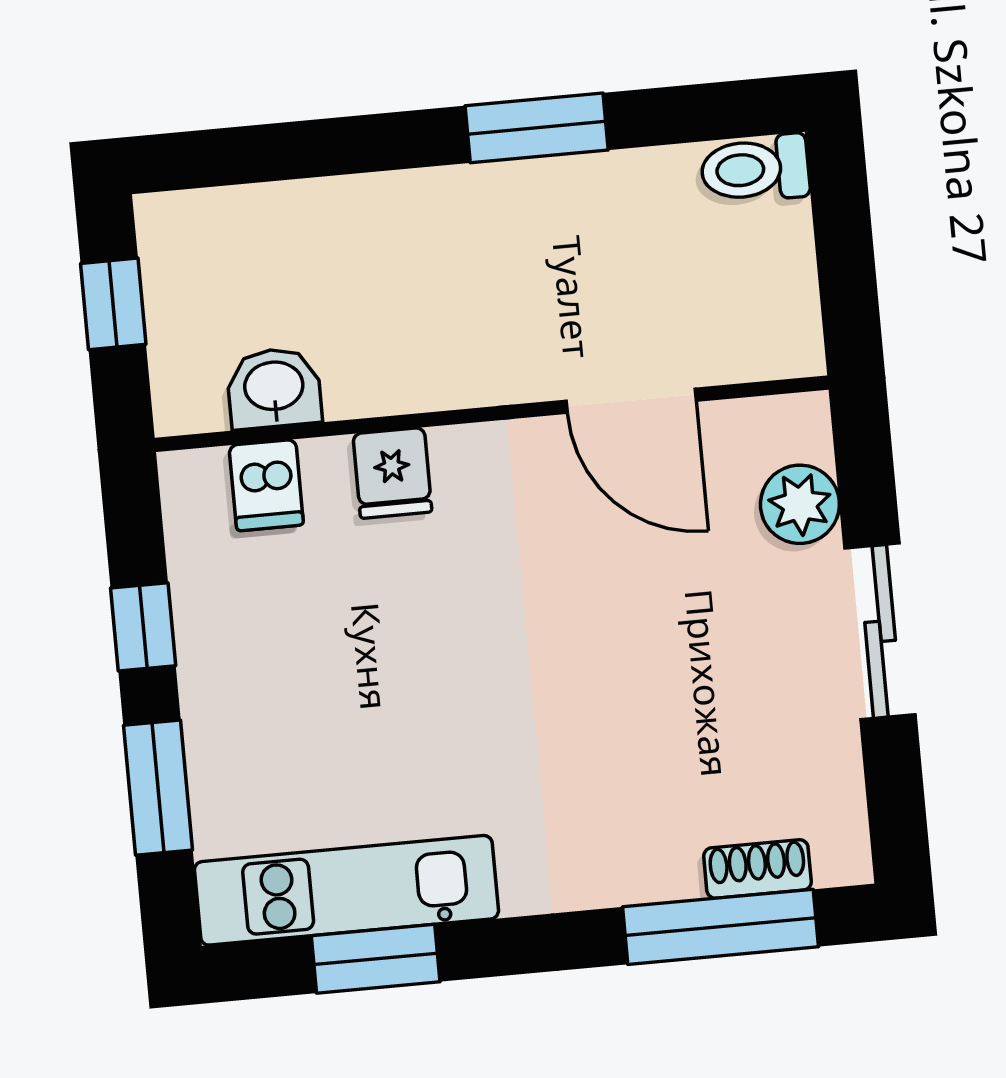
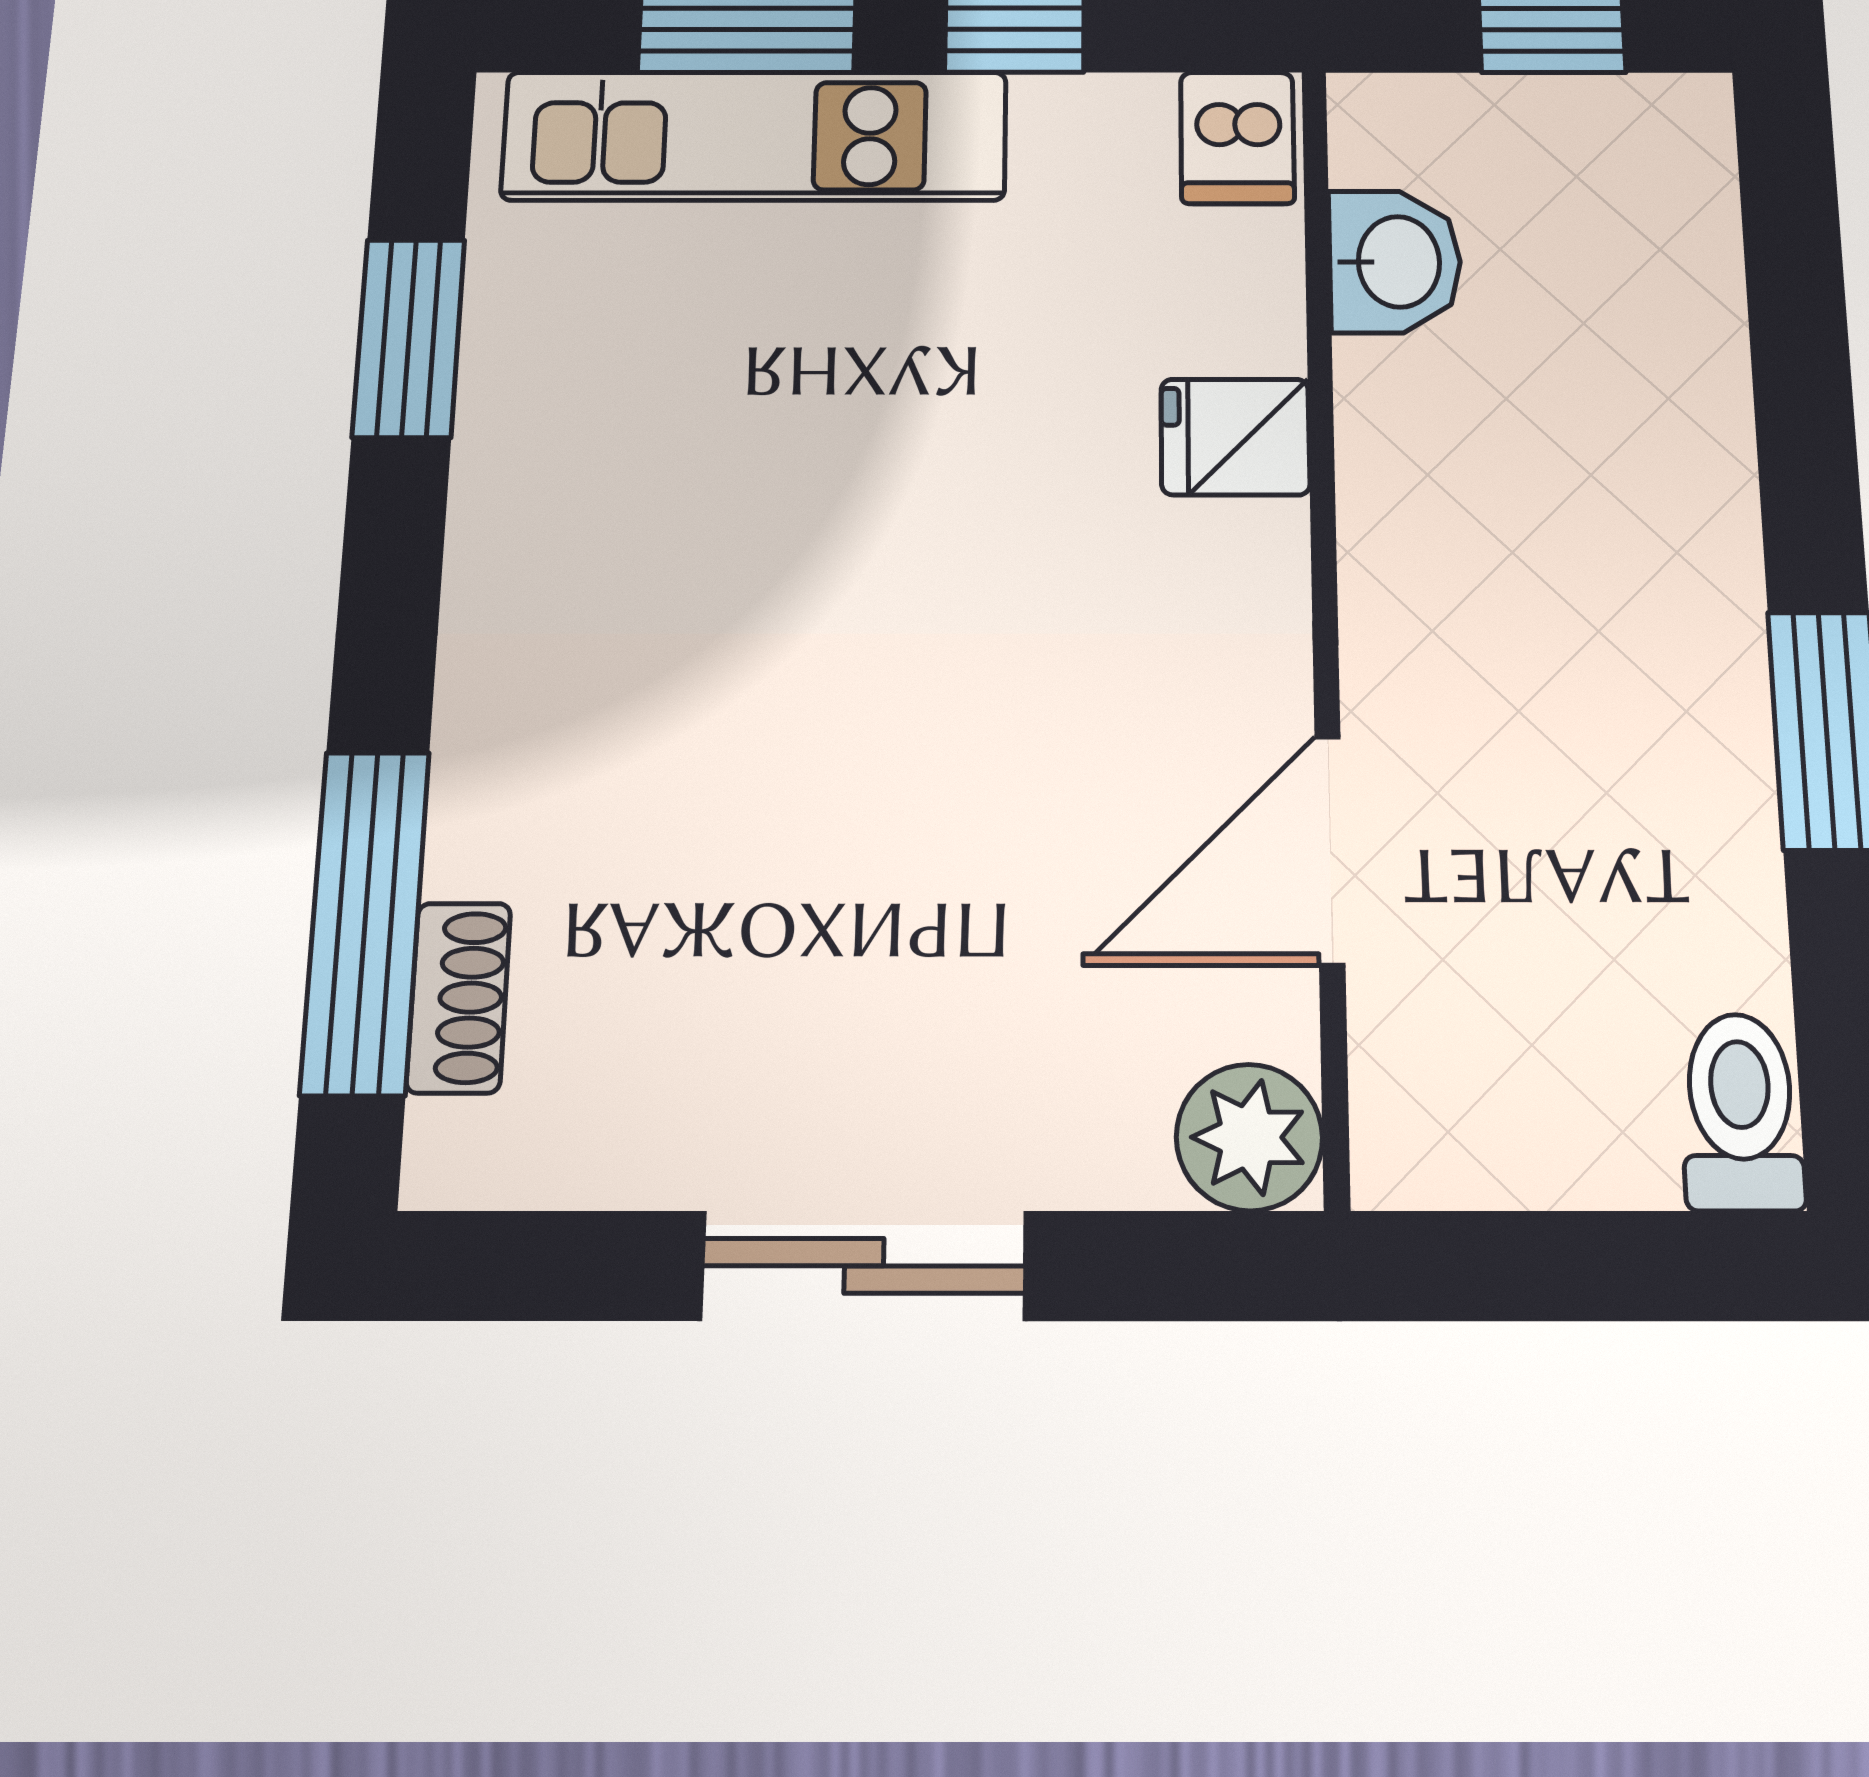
dishwasher: (266, 485) -> (1237, 138), moved, turned -90
plant: (800, 504) -> (1249, 1137), moved
kitchen unit: (346, 890) -> (755, 136), moved, turned 90

